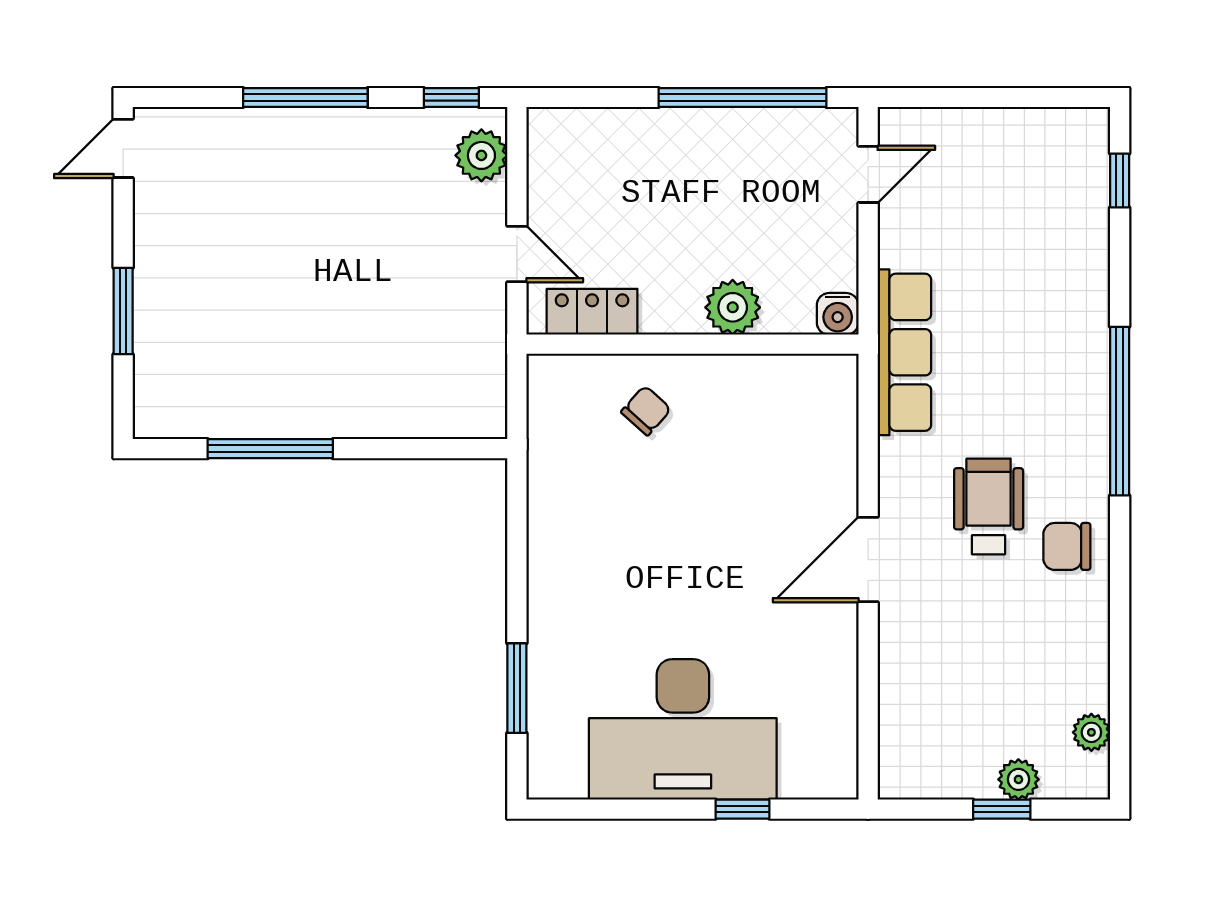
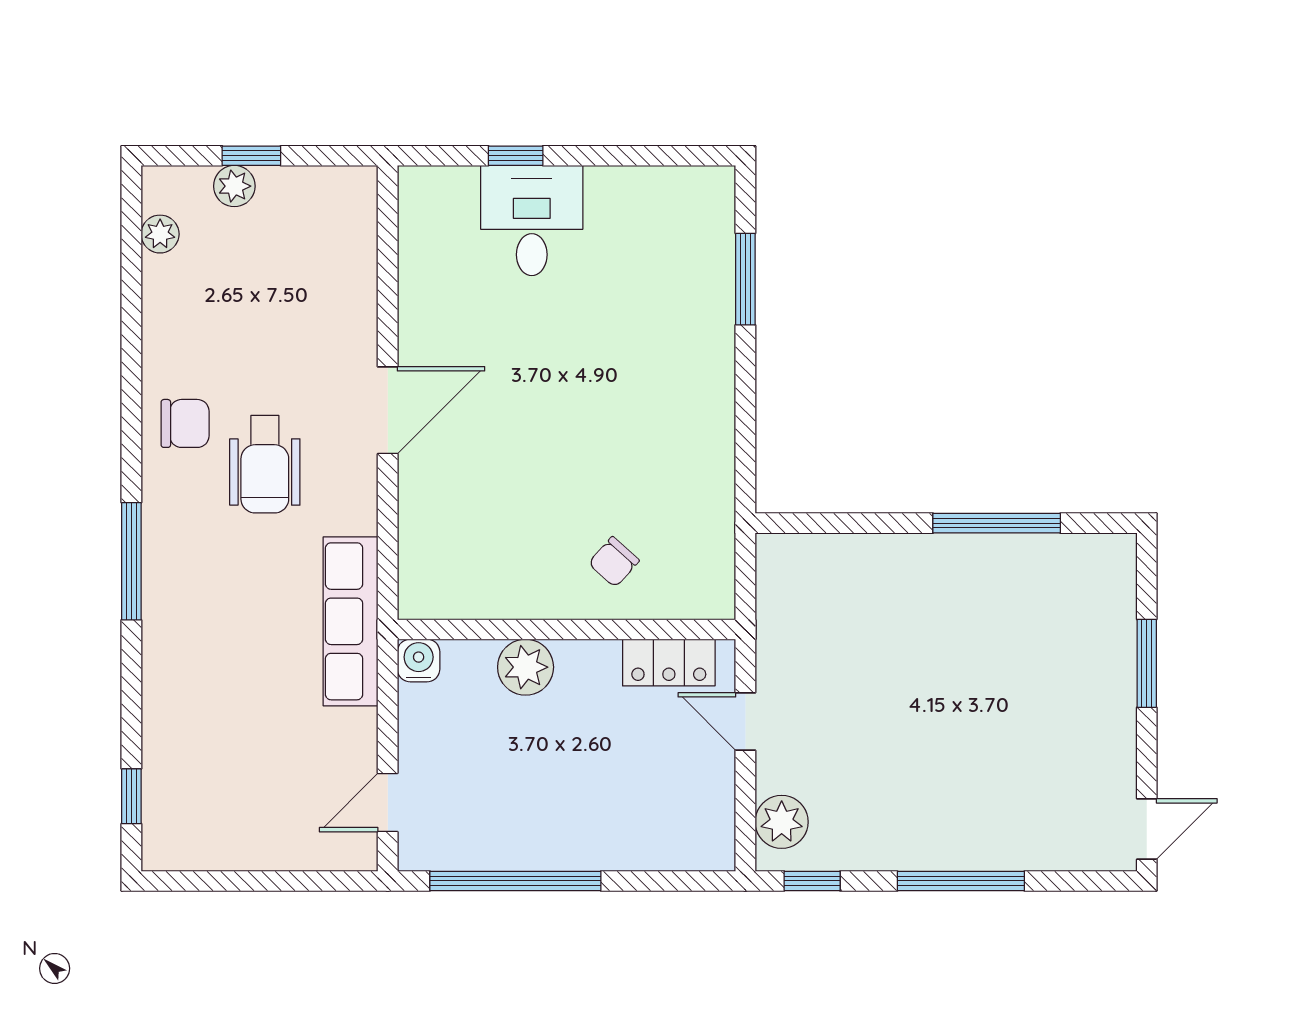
window: (1120, 411) -> (131, 561), width x0.68
desk: (683, 729) -> (532, 220), width x0.53, depth x0.77

